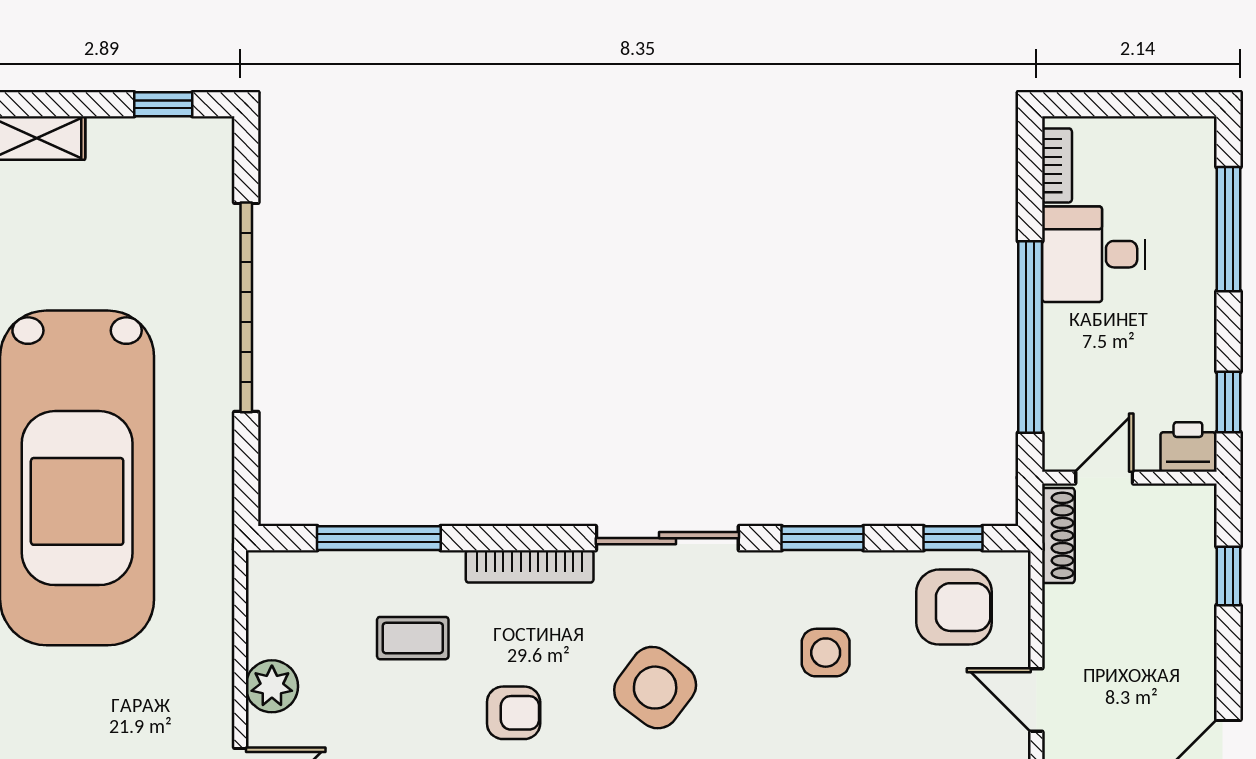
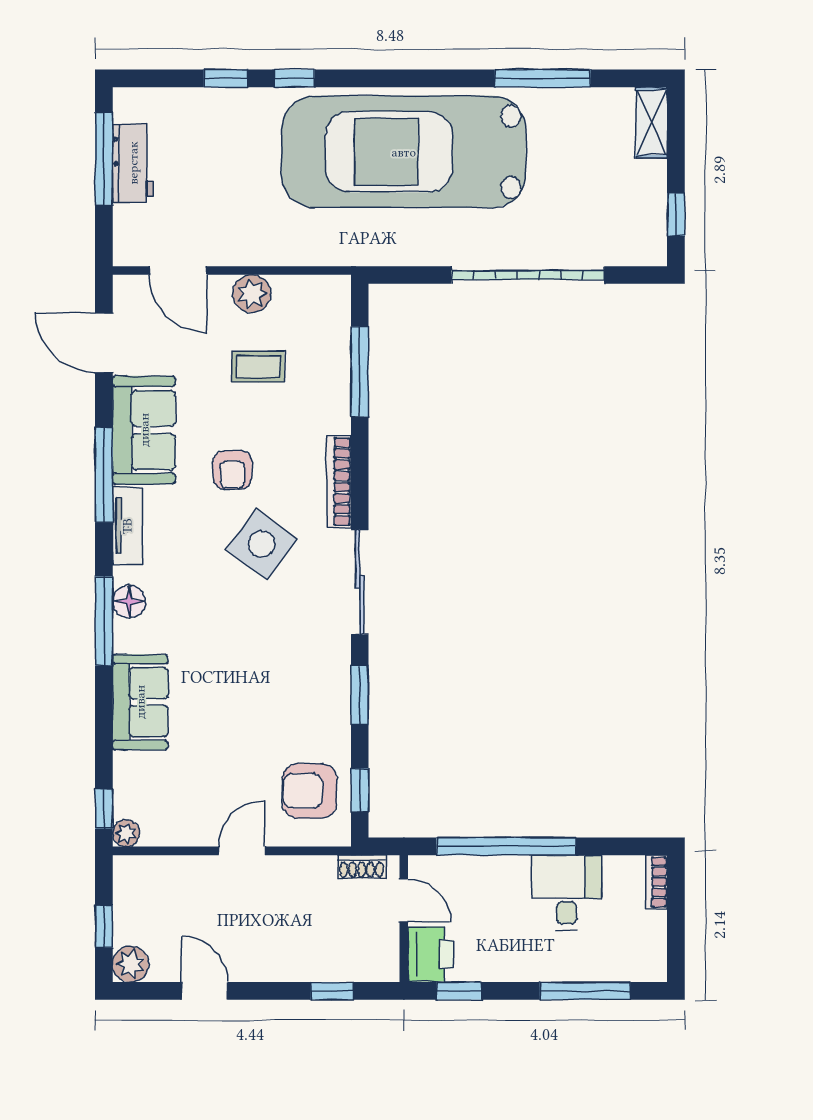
bookcase: (1057, 165) -> (656, 882), moved, turned 90
printer: (1188, 447) -> (430, 954), width x1.36, depth x1.24
shoe rack: (1058, 536) -> (362, 867), width x0.70
armchair: (954, 607) -> (309, 791), turned 90
coffee table: (413, 638) -> (258, 367), moved, turned 90
side table: (826, 653) -> (276, 697), removed
side table: (655, 688) -> (261, 544), moved

